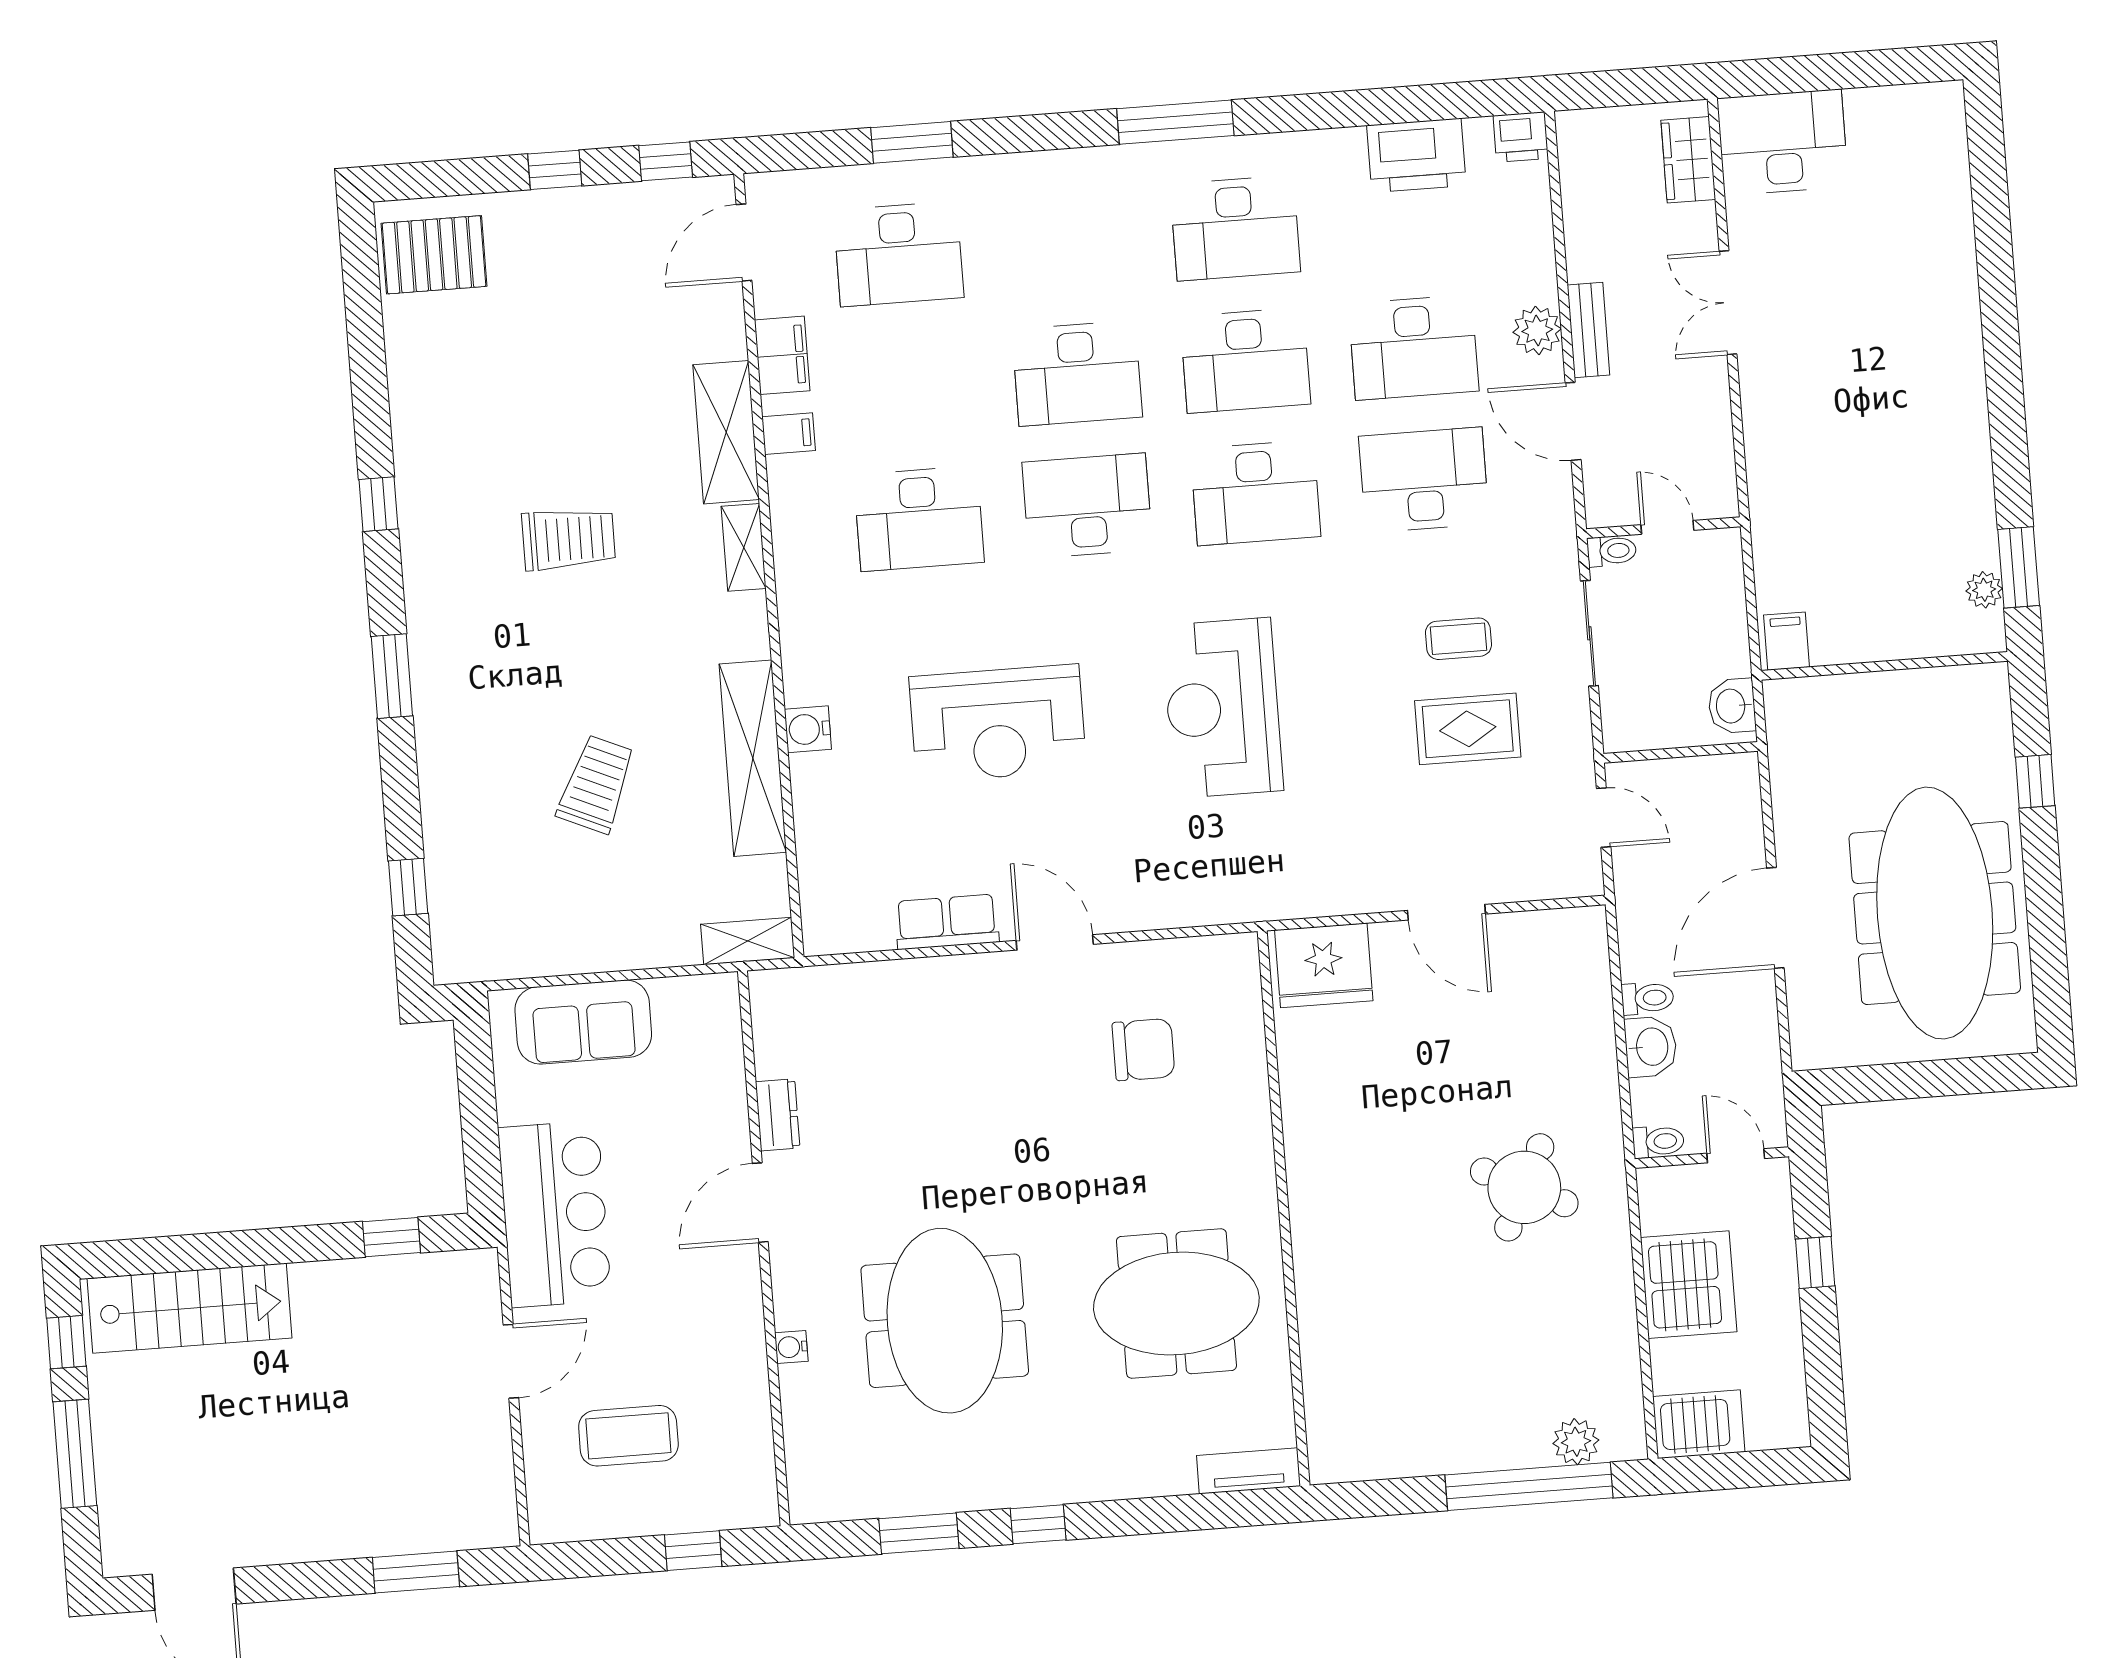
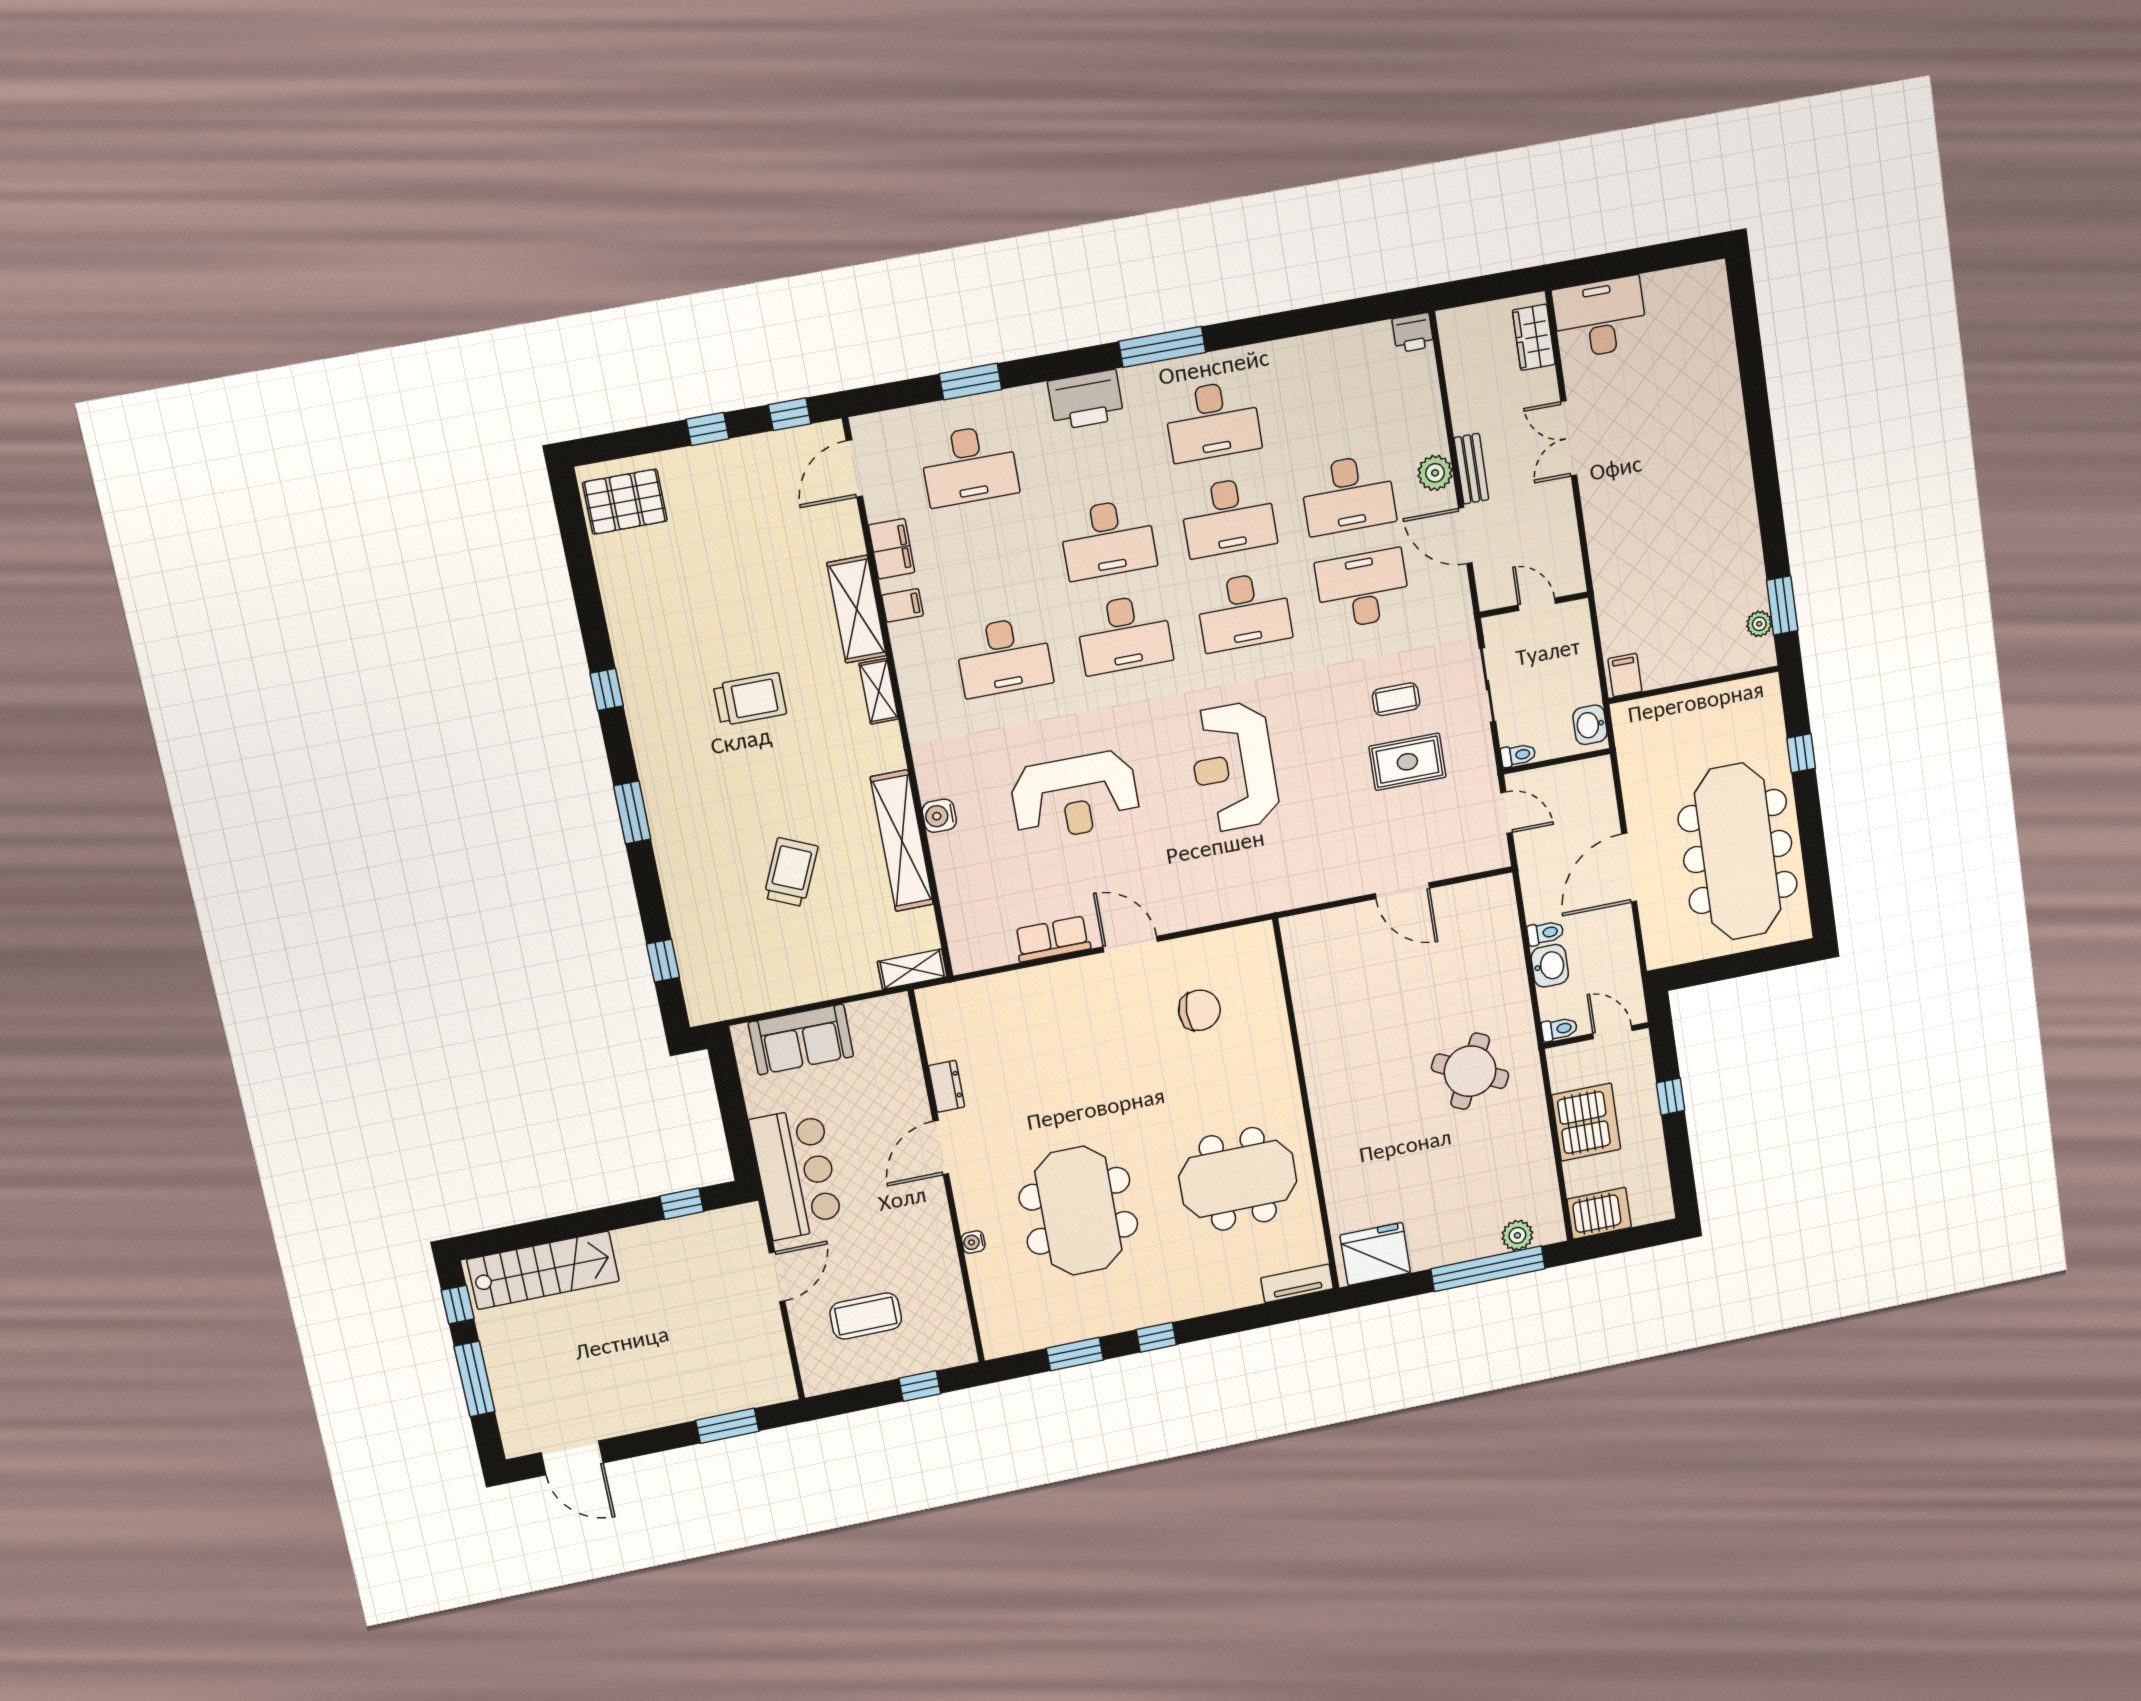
printer: (1416, 155) -> (1086, 400), moved
desk: (1087, 506) -> (1124, 634), turned 180
toilet: (1612, 551) -> (1518, 755), moved
fridge: (1324, 965) -> (1375, 1254), moved, turned 180

